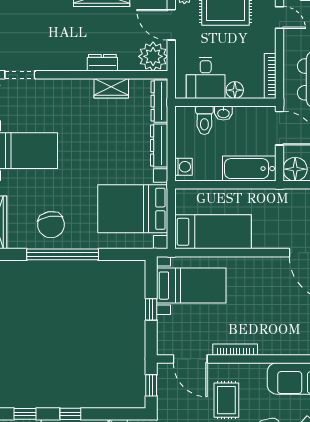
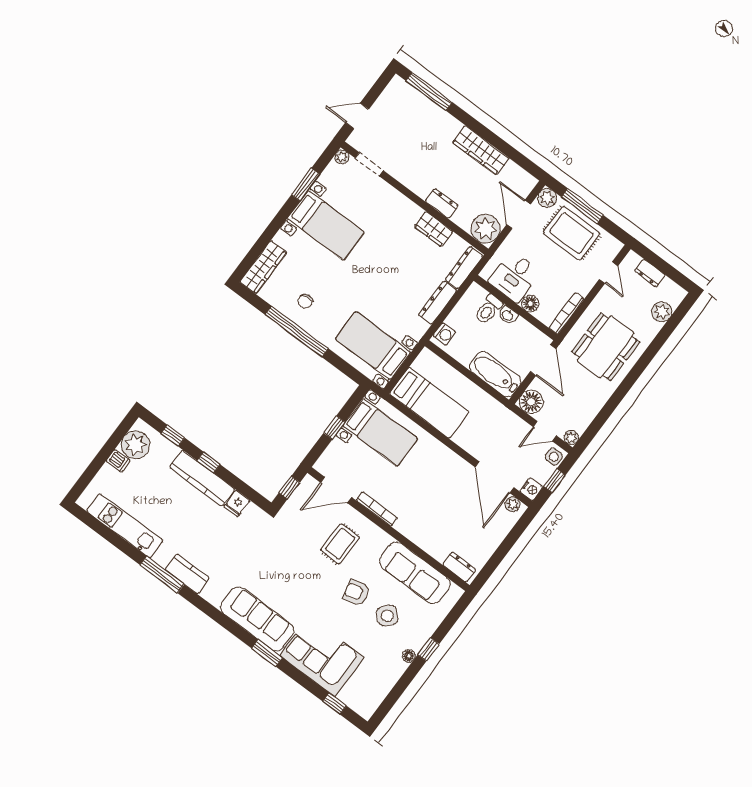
bed with nightstands: (133, 209) -> (373, 346), width x0.73
chair: (51, 225) -> (305, 301), width x0.54, depth x0.54
door: (190, 359) -> (336, 490), hinge flipped

